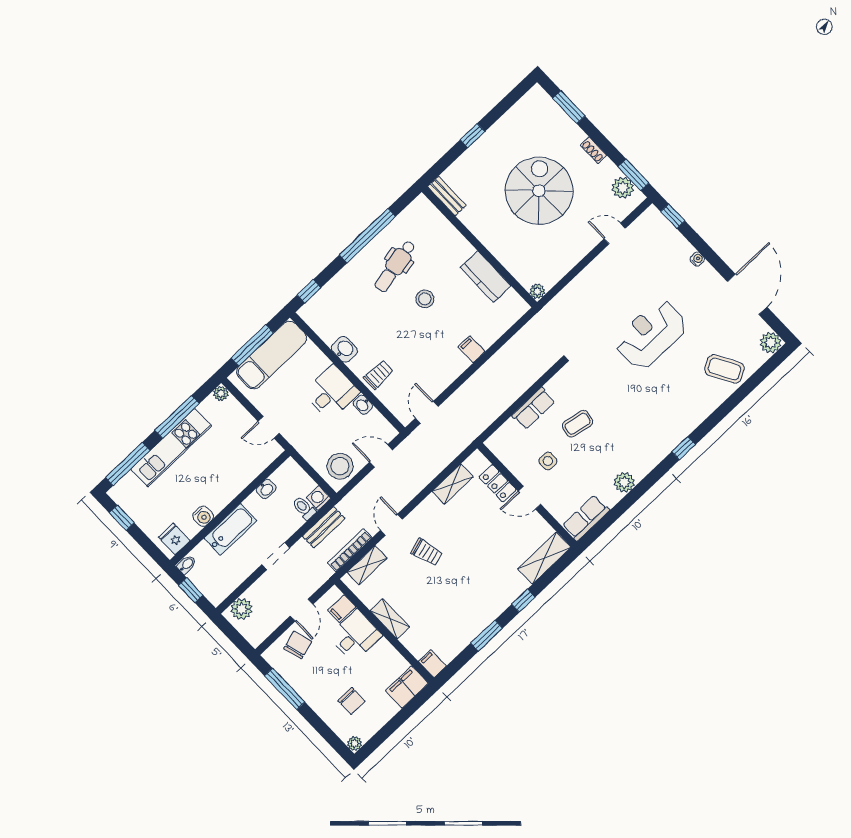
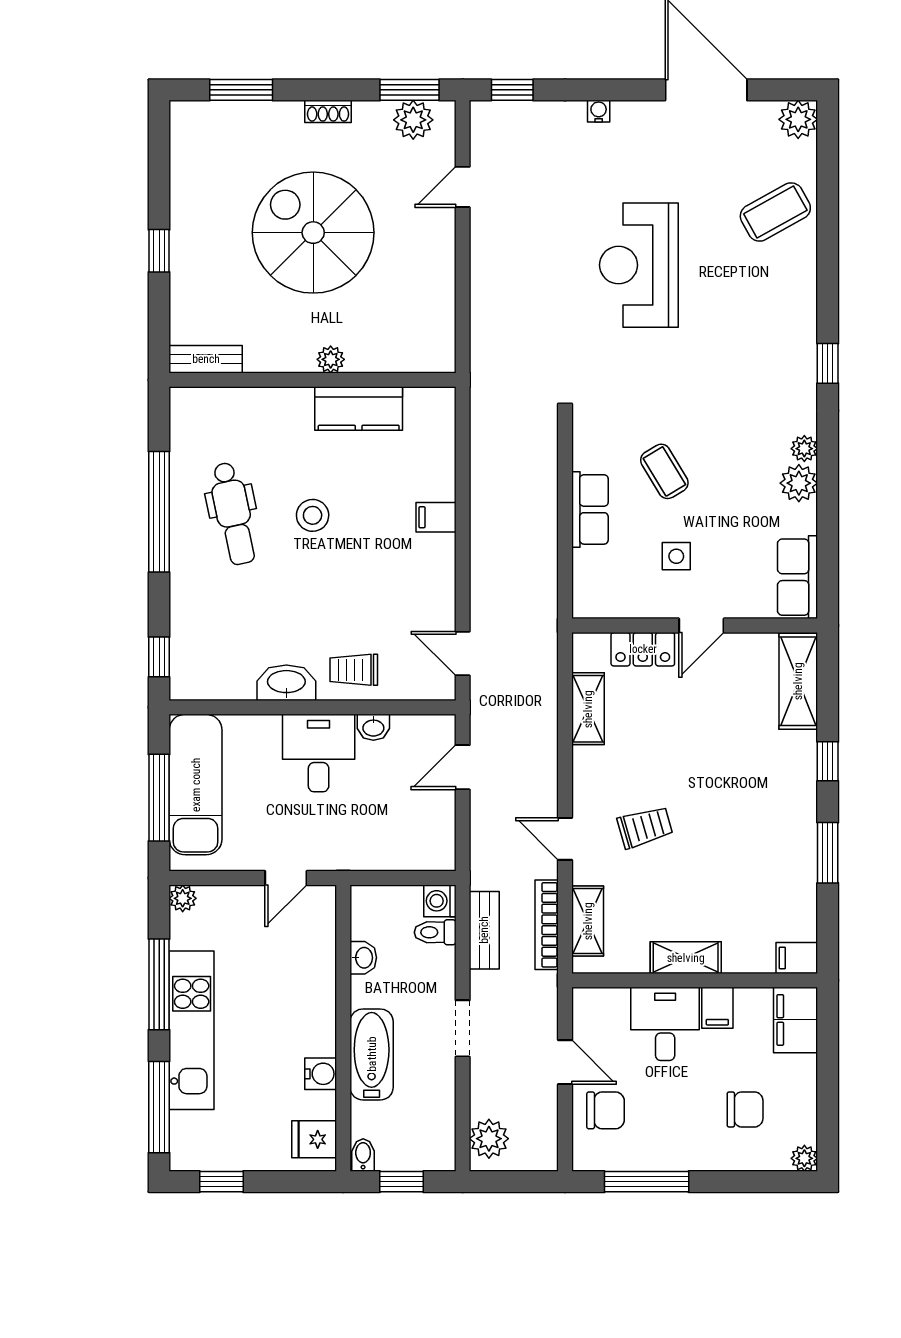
plant: (537, 291) -> (331, 359), moved
washbasin: (344, 349) -> (286, 683), width x1.38
trolley: (378, 375) -> (354, 670), turned -90
coffee table: (577, 424) -> (664, 471), turned -42
stool: (340, 466) -> (425, 833), removed
plant: (640, 471) -> (804, 449), added
filing cabinet: (342, 609) -> (717, 1008), moved
chair: (298, 645) -> (606, 1110), turned 106

